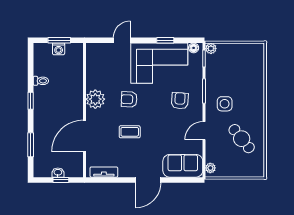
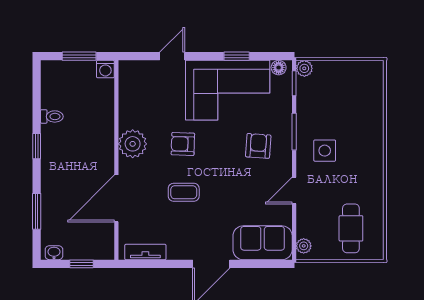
washing machine: (59, 49) -> (105, 69), moved
cafe table: (242, 139) -> (351, 228), moved, turned 39
washbasin: (58, 173) -> (54, 253), moved

